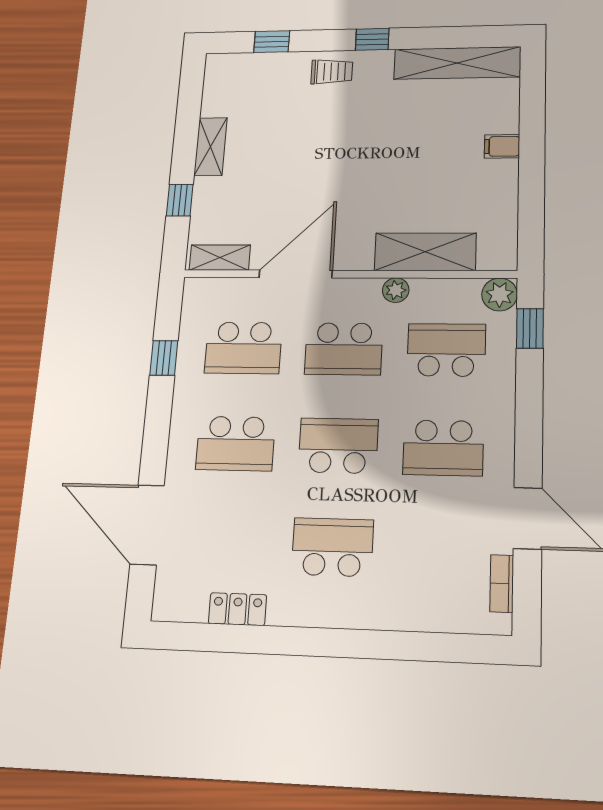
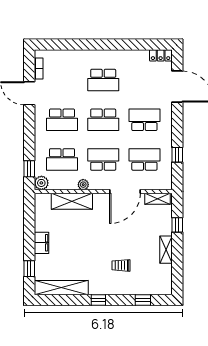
trolley: (332, 72) -> (121, 265), moved
window: (532, 102) -> (29, 269), added
filing cabinet: (502, 146) -> (41, 243), width x2.00
school desk: (443, 448) -> (62, 120), turned 180
locker: (237, 609) -> (161, 55), moved

